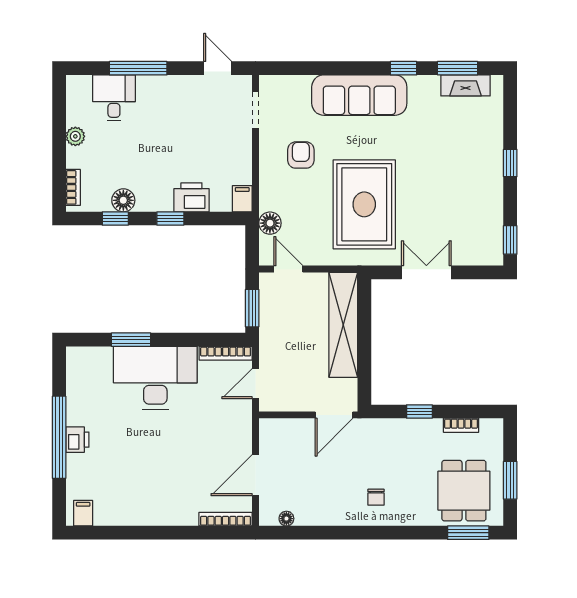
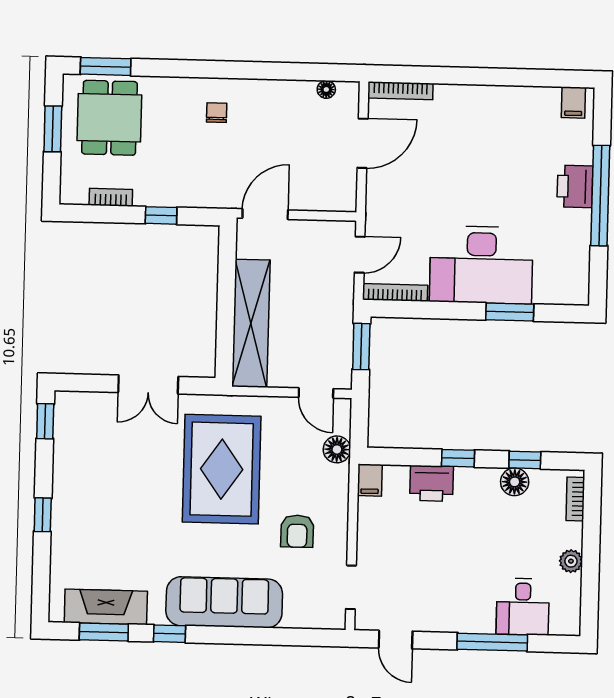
fireplace: (465, 85) -> (106, 607), width x1.37, depth x1.32
printer: (77, 440) -> (575, 186), width x1.36, depth x1.24

